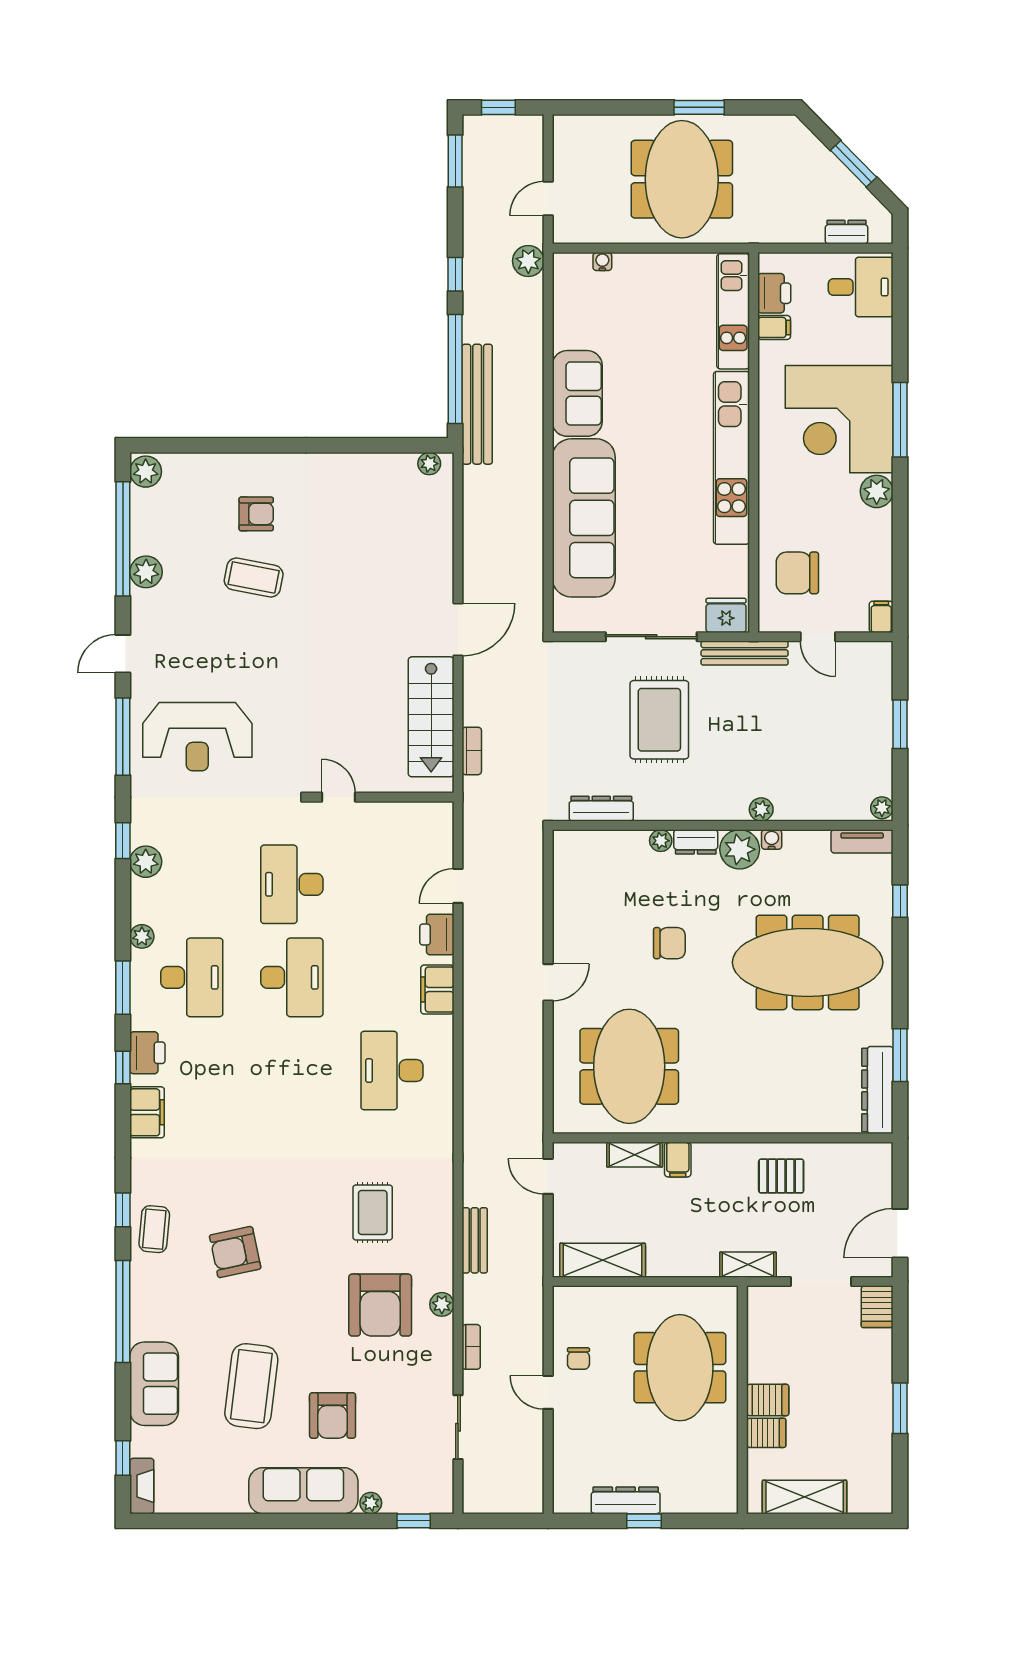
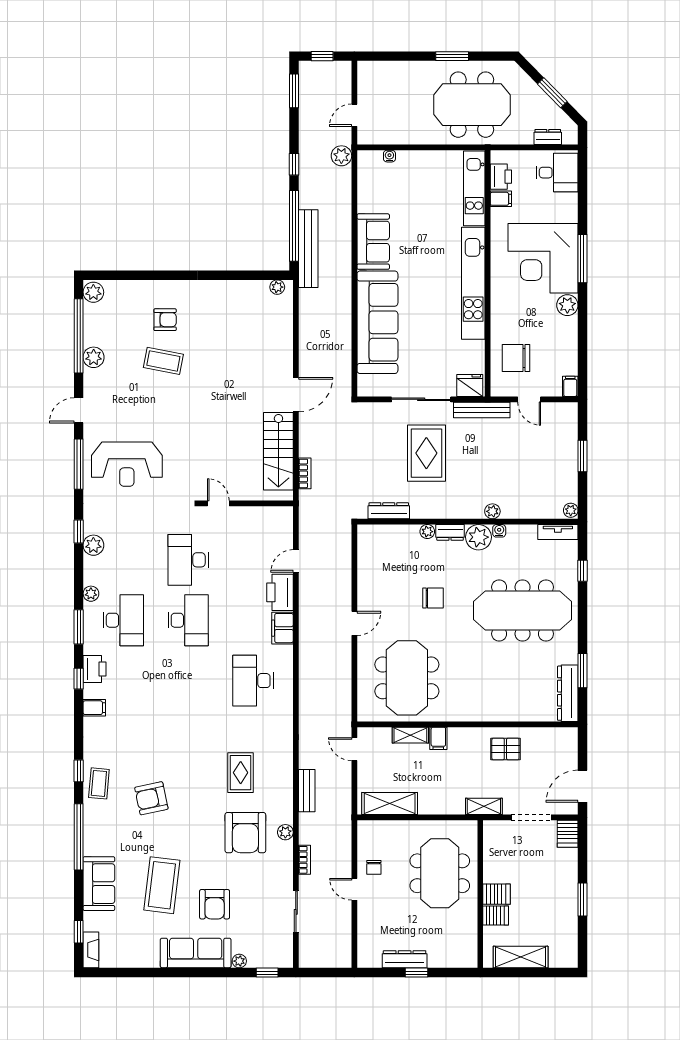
meeting table: (682, 179) -> (472, 105), moved, turned 90
printer: (437, 935) -> (280, 592), width x1.37, depth x1.19
filing cabinet: (147, 1112) -> (94, 708), width x0.50

